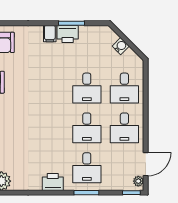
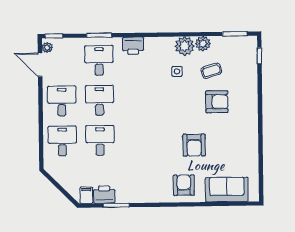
filing cabinet: (50, 34) -> (86, 195), moved
printer: (68, 34) -> (104, 195), moved
water cooler: (121, 46) -> (67, 183), removed
side table: (9, 156) -> (177, 71), added
door: (146, 164) -> (40, 65), hinge flipped

